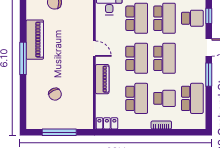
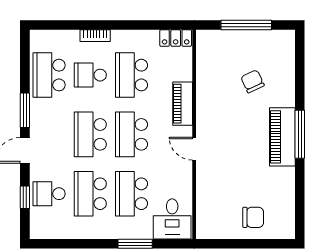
piano: (35, 40) -> (282, 137), moved

